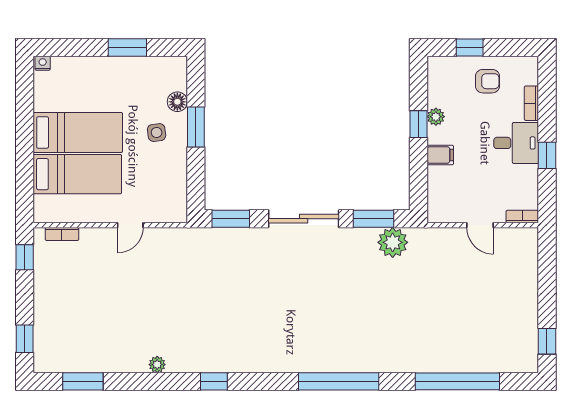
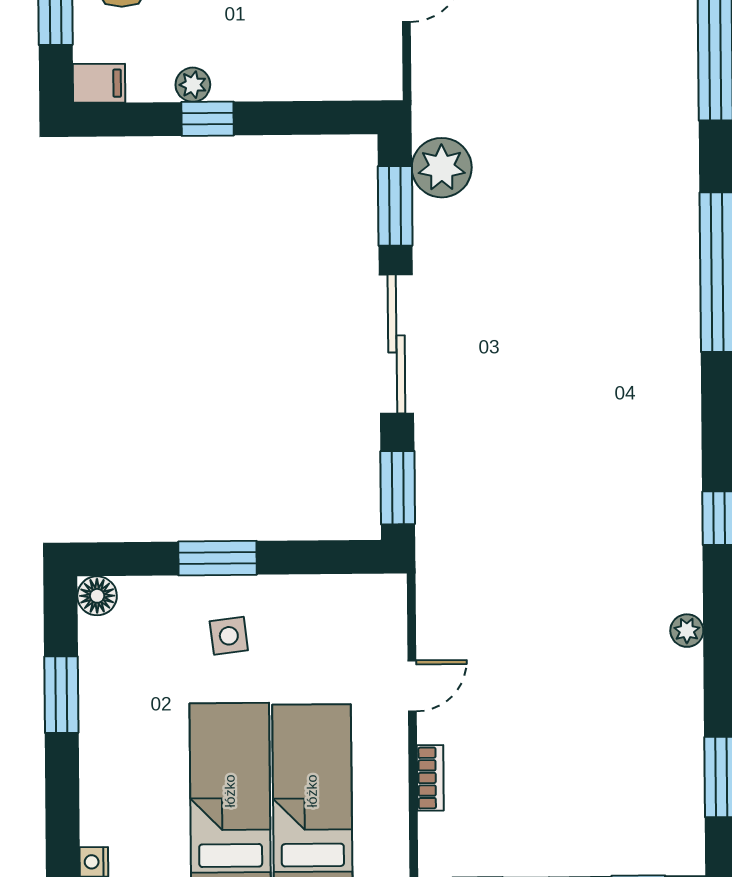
floor lamp: (177, 102) -> (97, 596), moved
filing cabinet: (440, 155) -> (99, 83), moved, turned 90
door: (130, 225) -> (412, 686), hinge flipped
bookcase: (62, 234) -> (430, 778), moved

